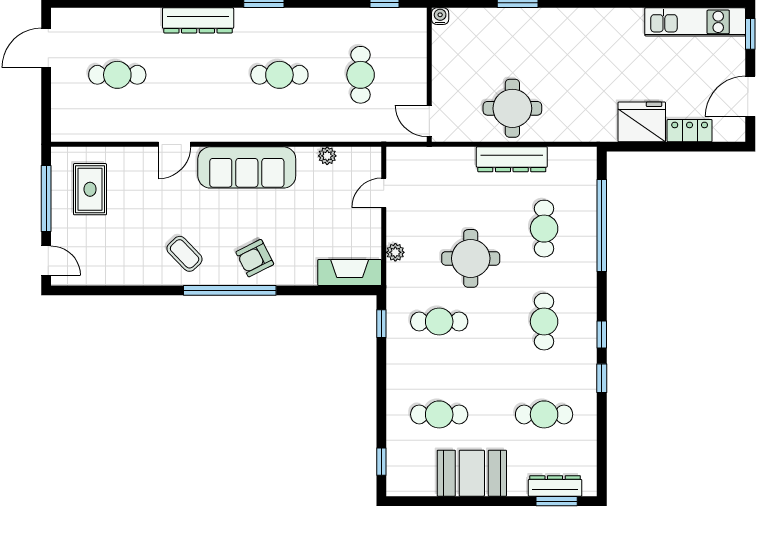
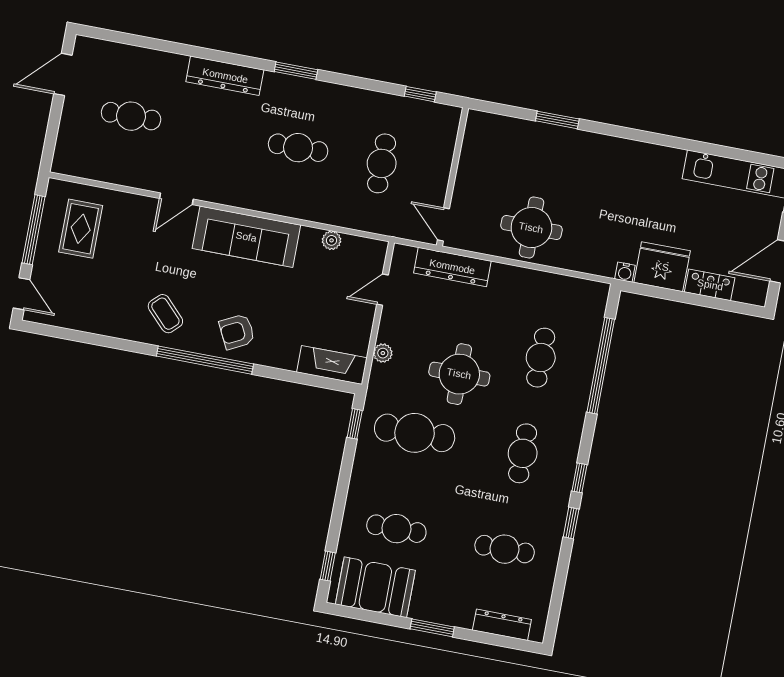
water cooler: (440, 16) -> (625, 272), moved, turned 180
dresser: (512, 159) -> (452, 267), moved
cafe table: (439, 322) -> (415, 433), width x1.37, depth x1.35
booth: (472, 473) -> (375, 587), moved
window: (557, 501) -> (432, 628), moved

